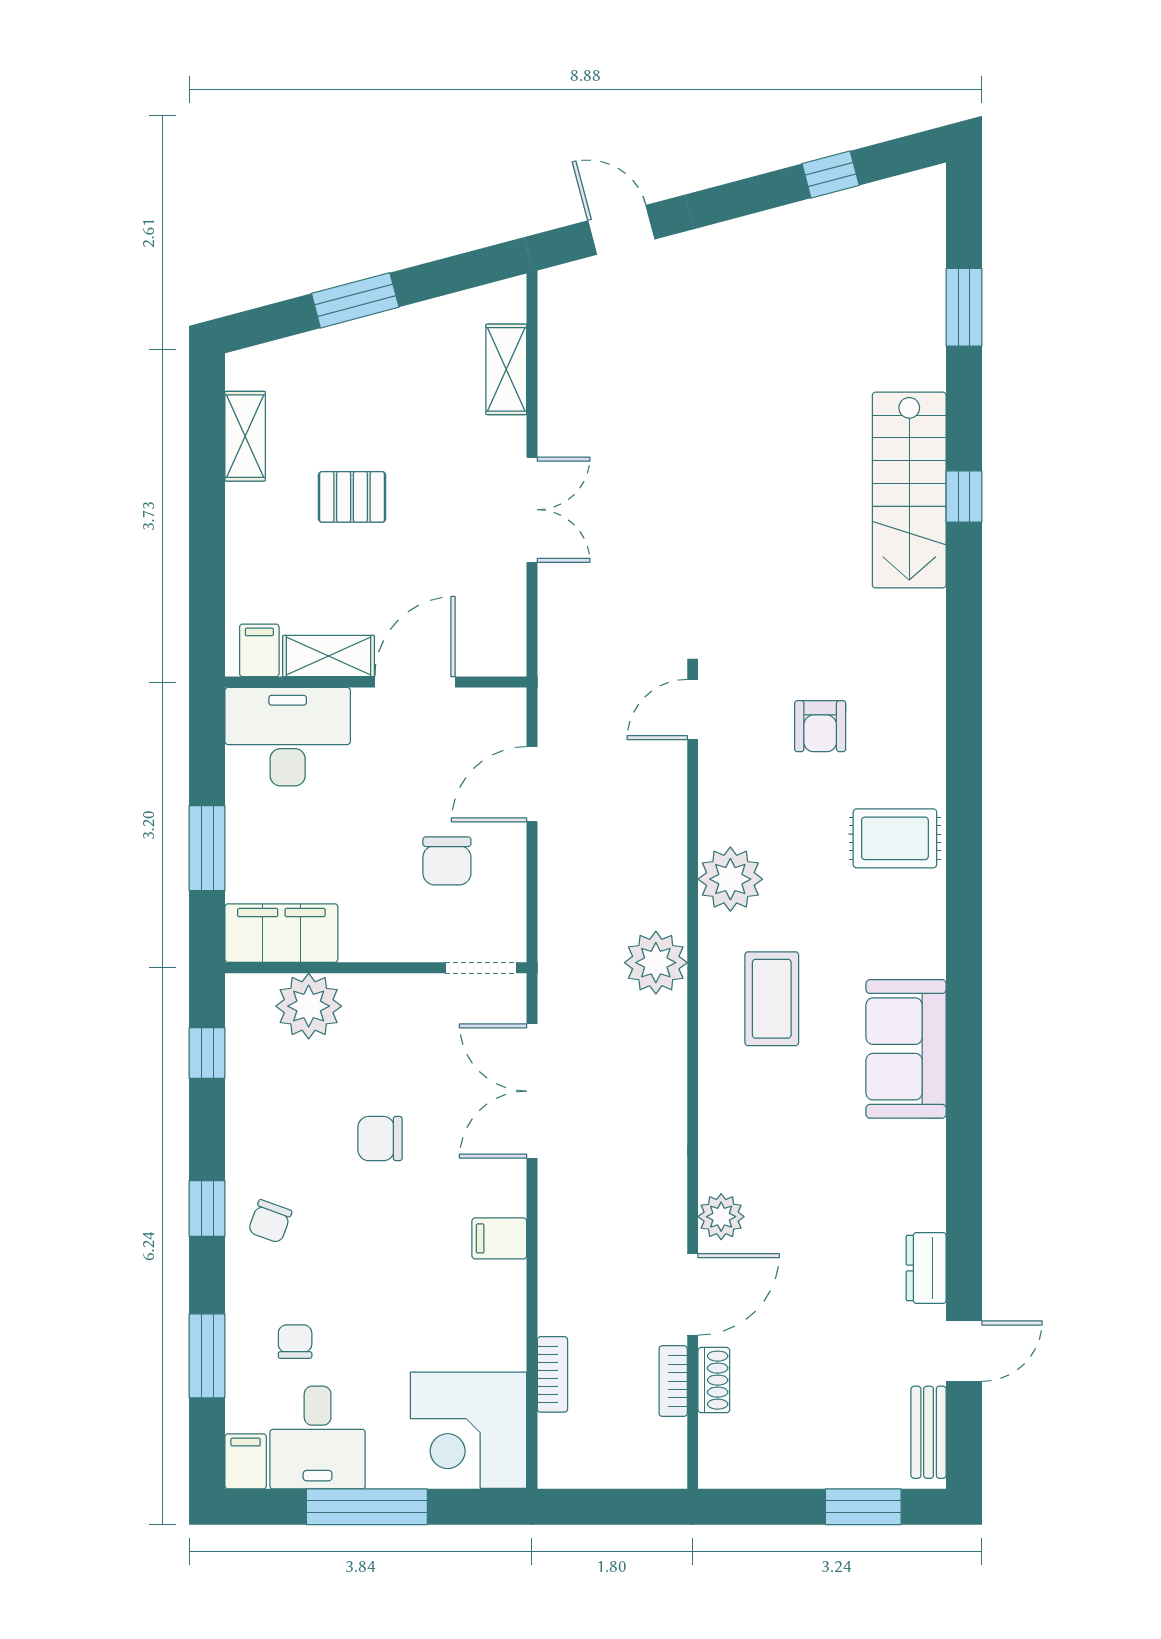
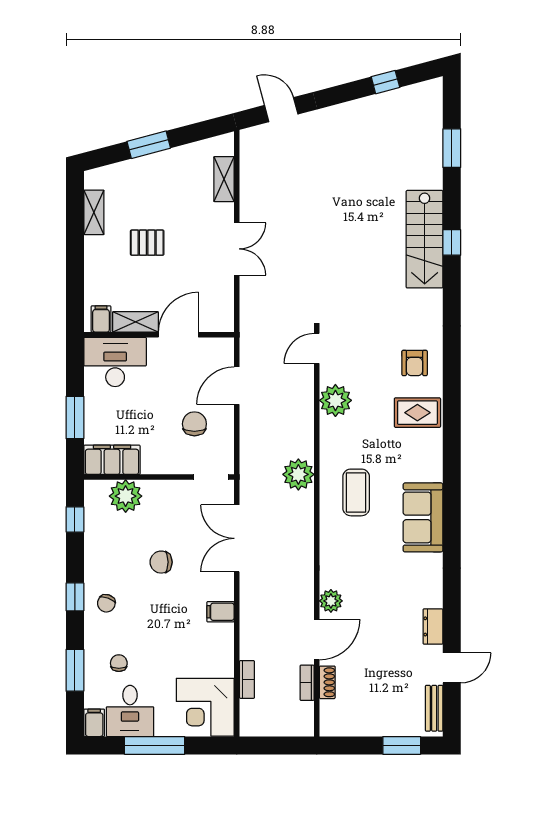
armchair: (820, 726) -> (415, 363), moved
chair: (447, 861) -> (194, 424), turned 180
plant: (730, 879) -> (335, 400), moved

